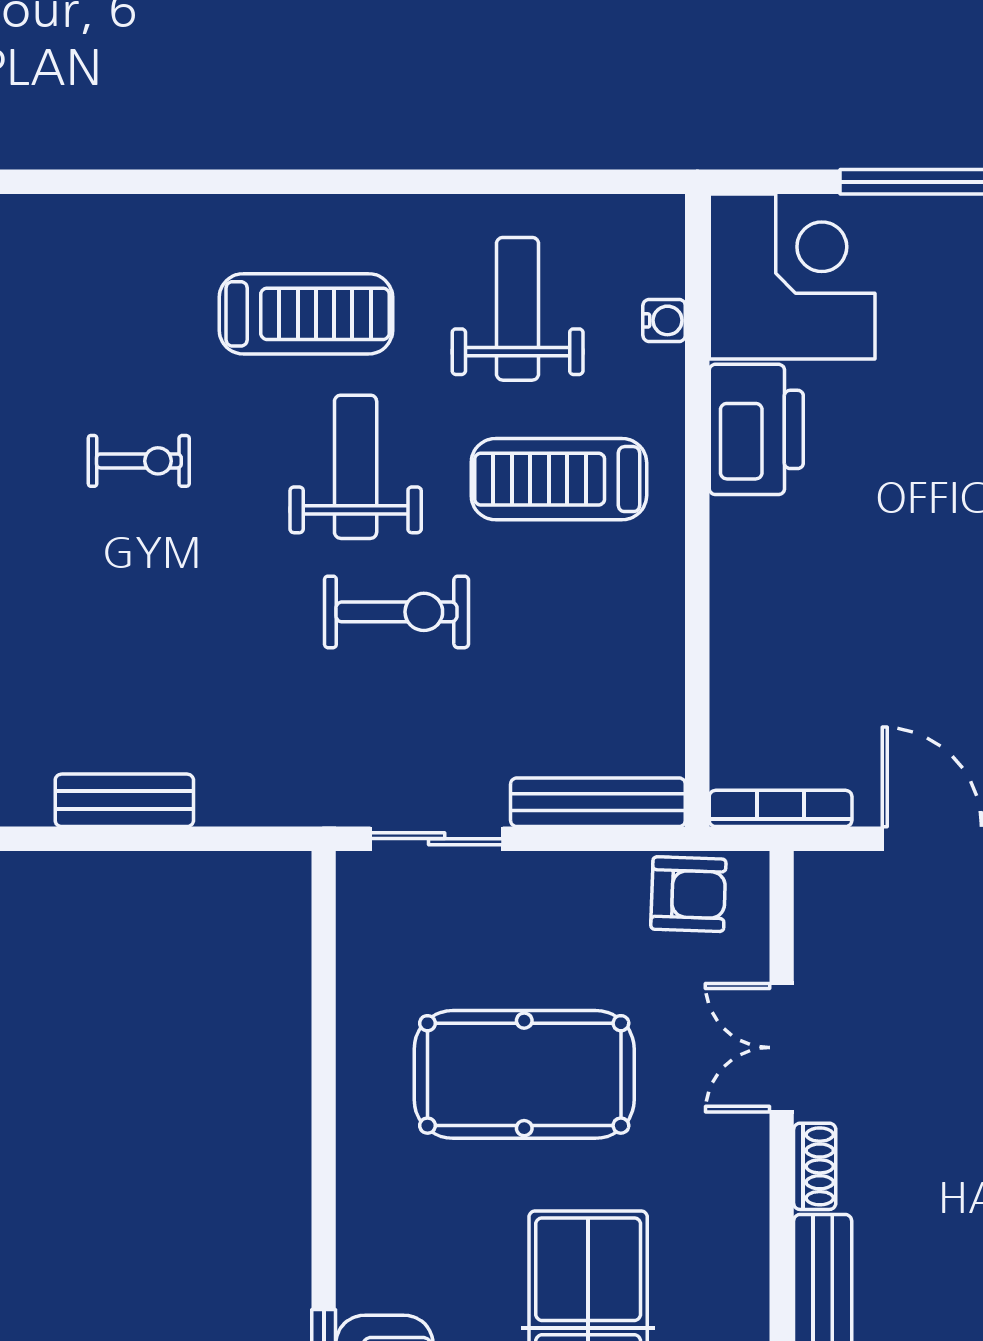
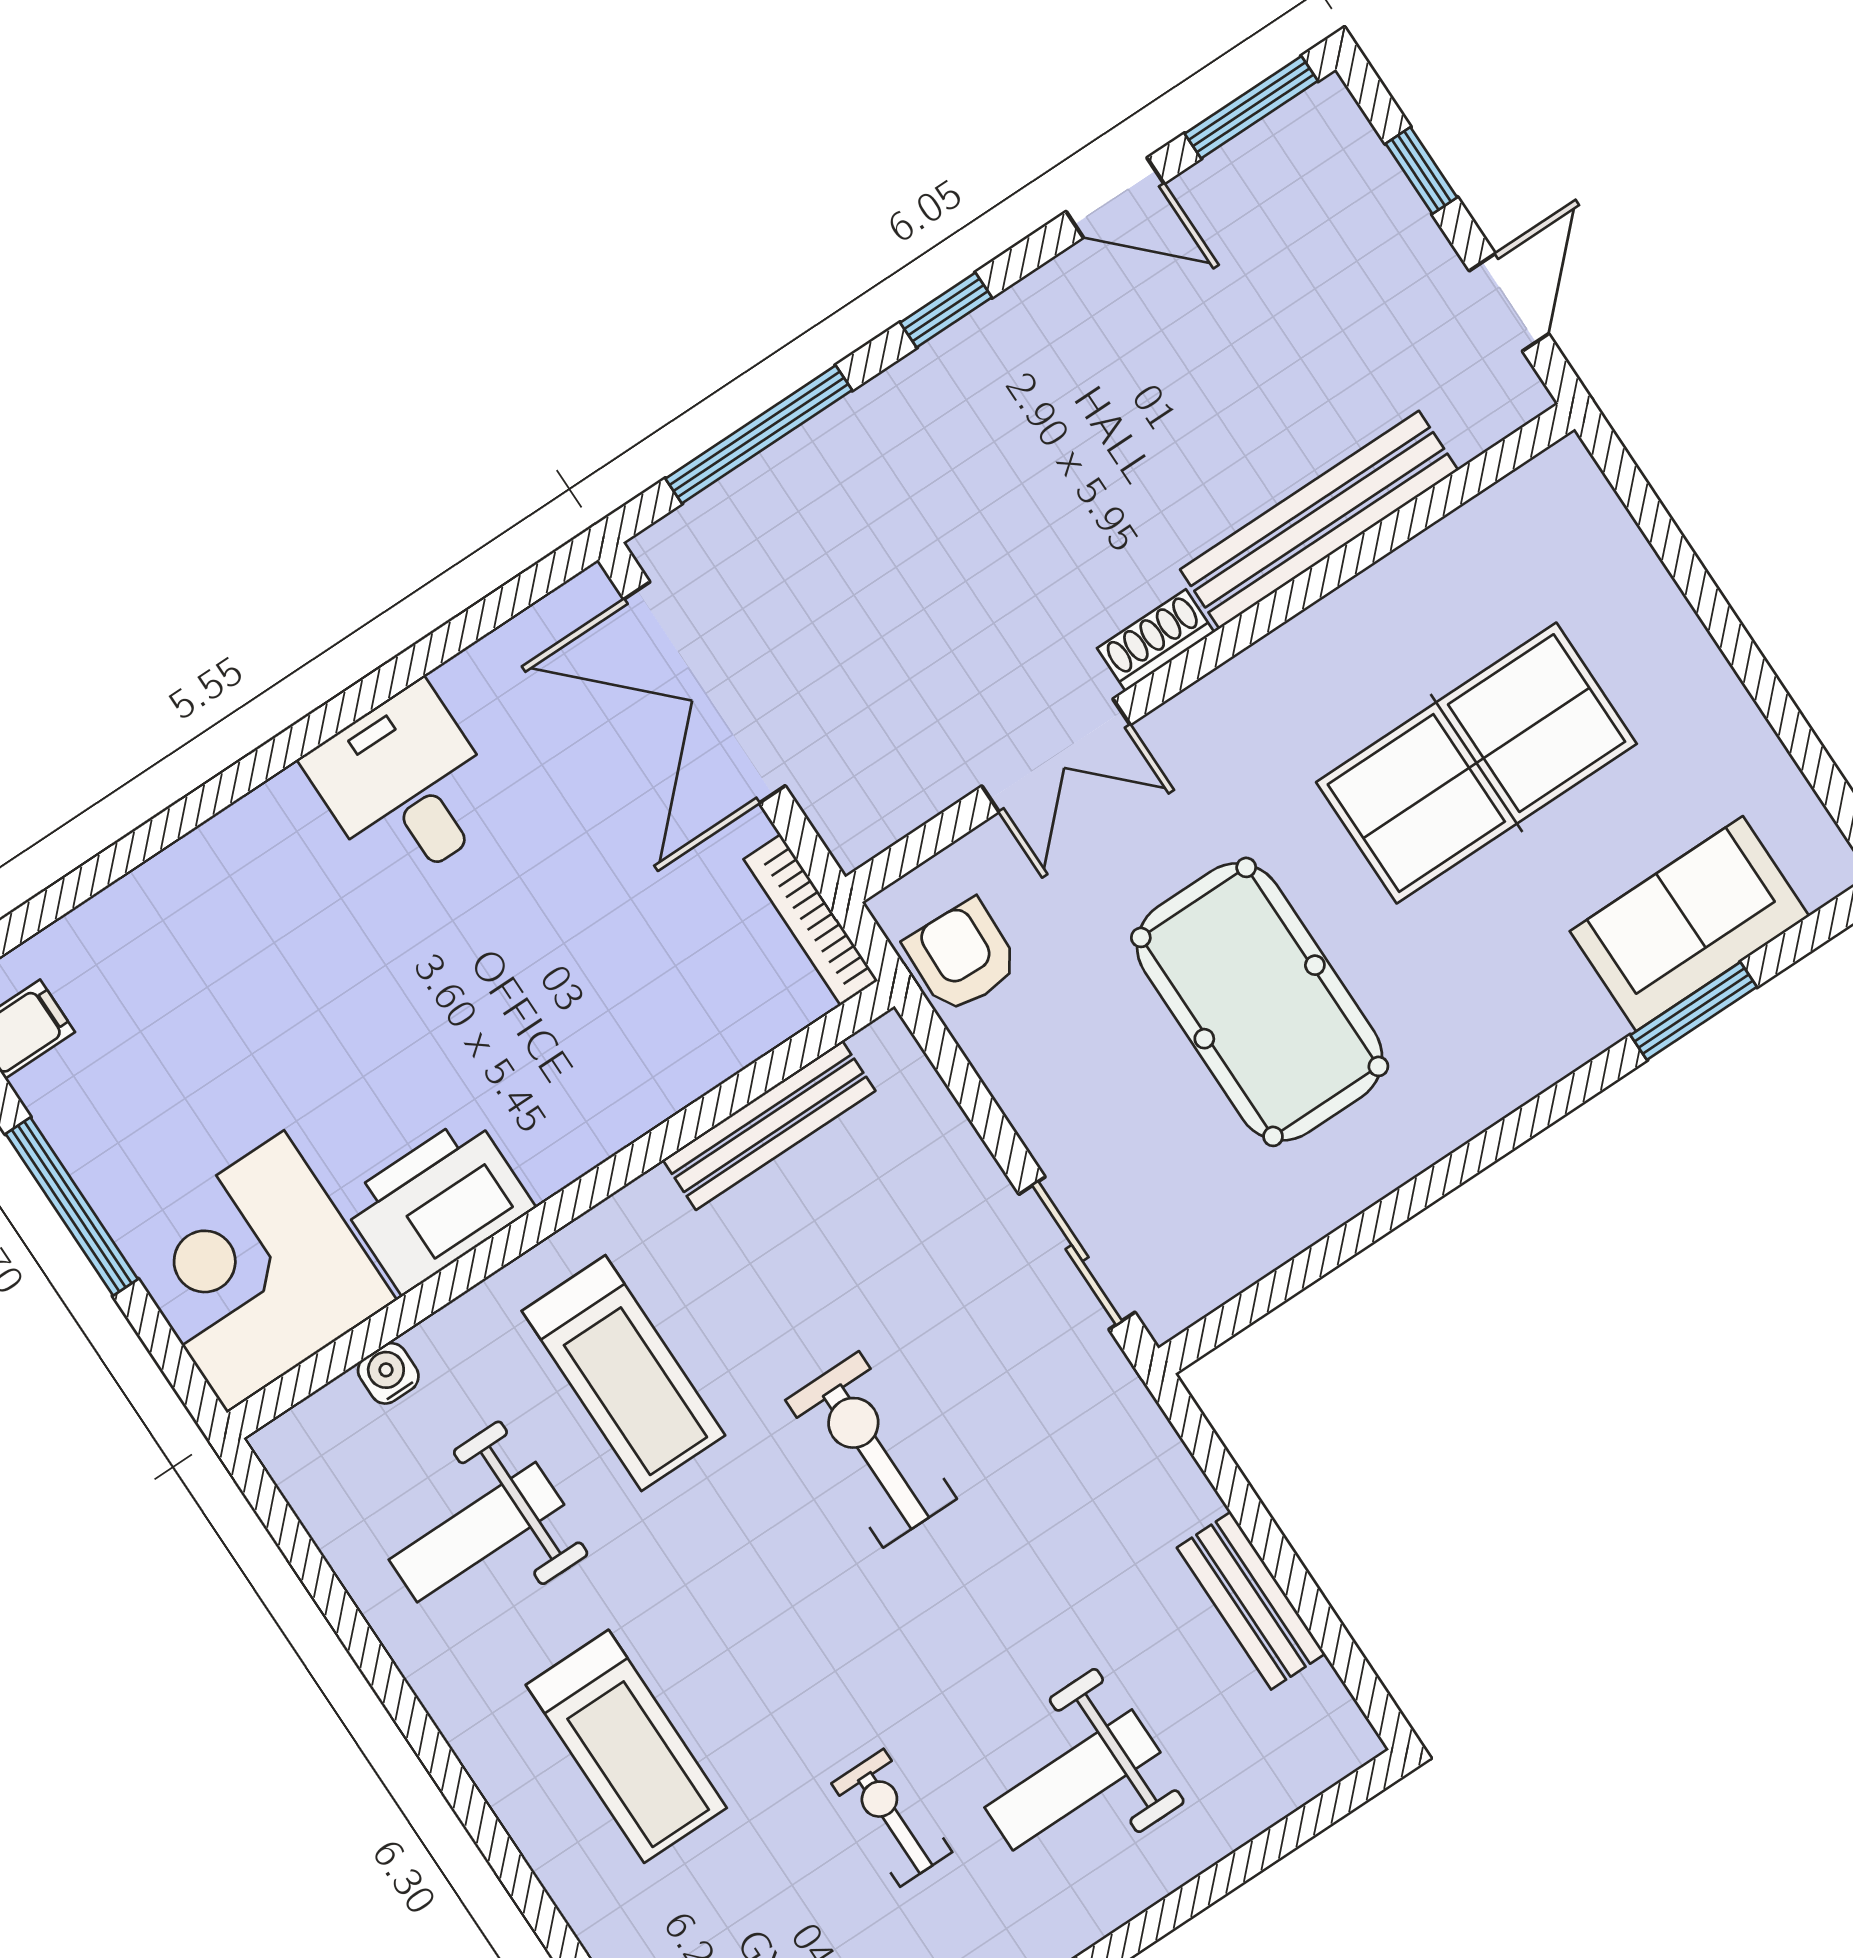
treadmill: (306, 314) -> (626, 1746), turned 180
weight bench: (356, 467) -> (1072, 1780), moved
bench: (598, 802) -> (769, 1125), moved, turned 90

